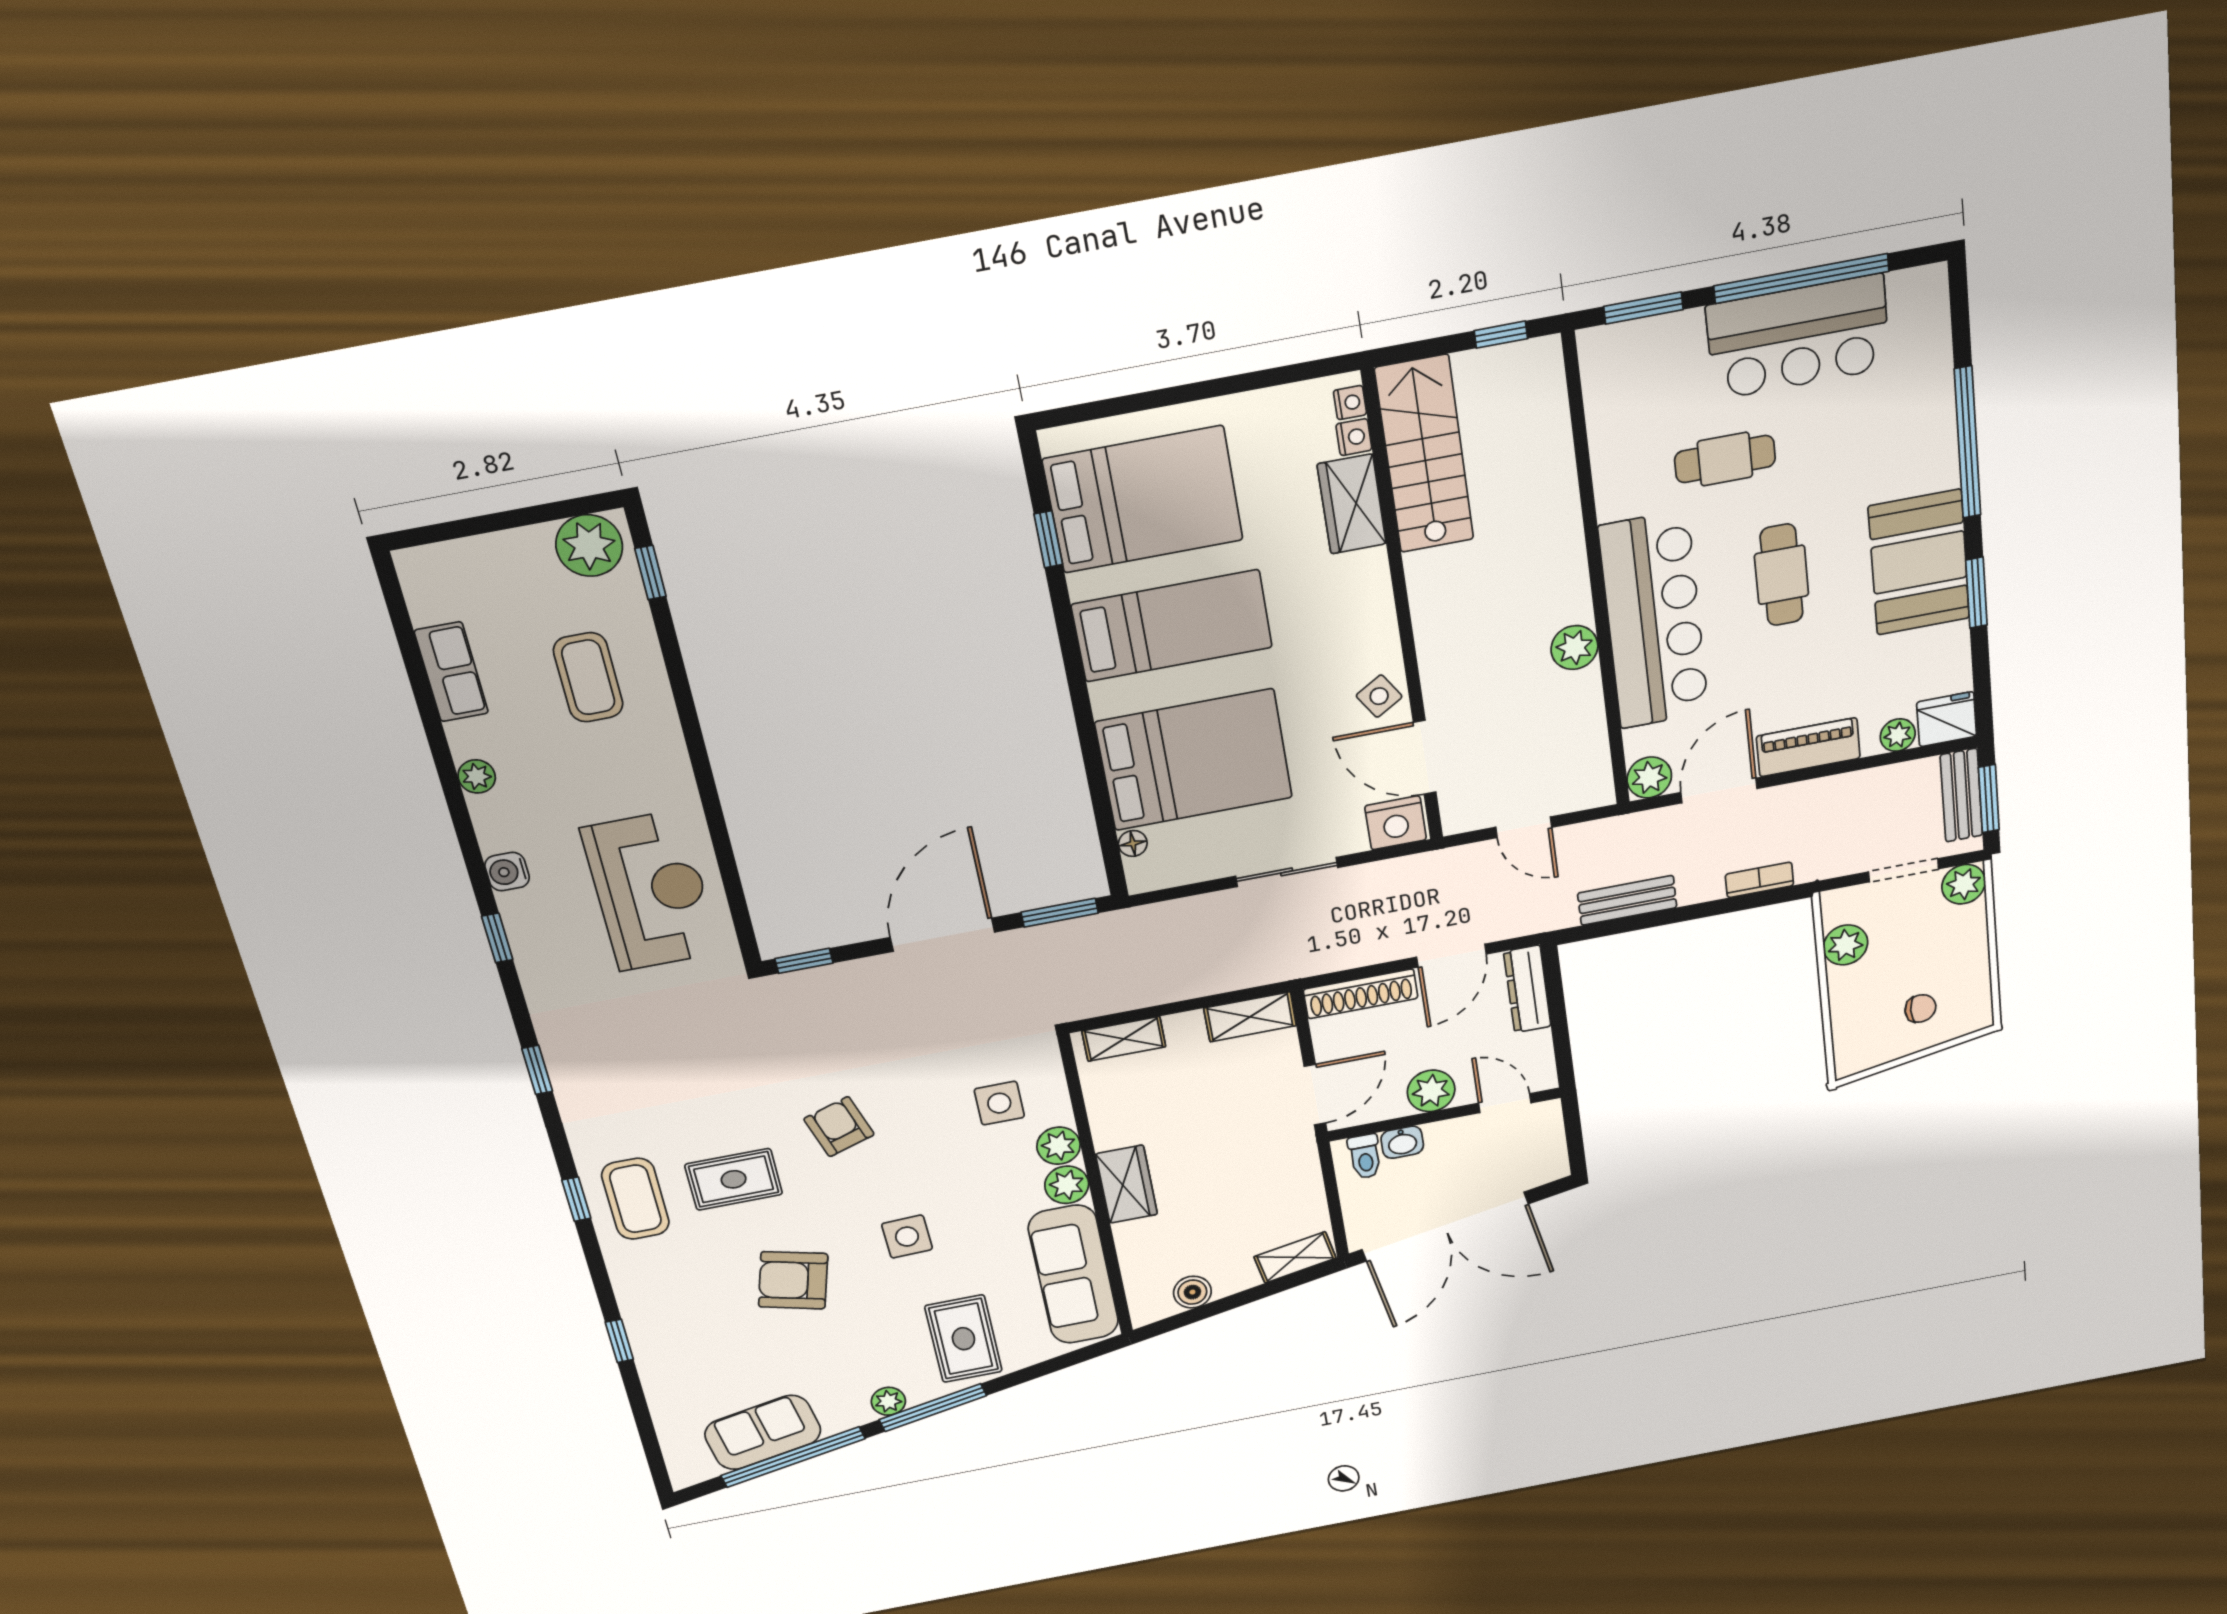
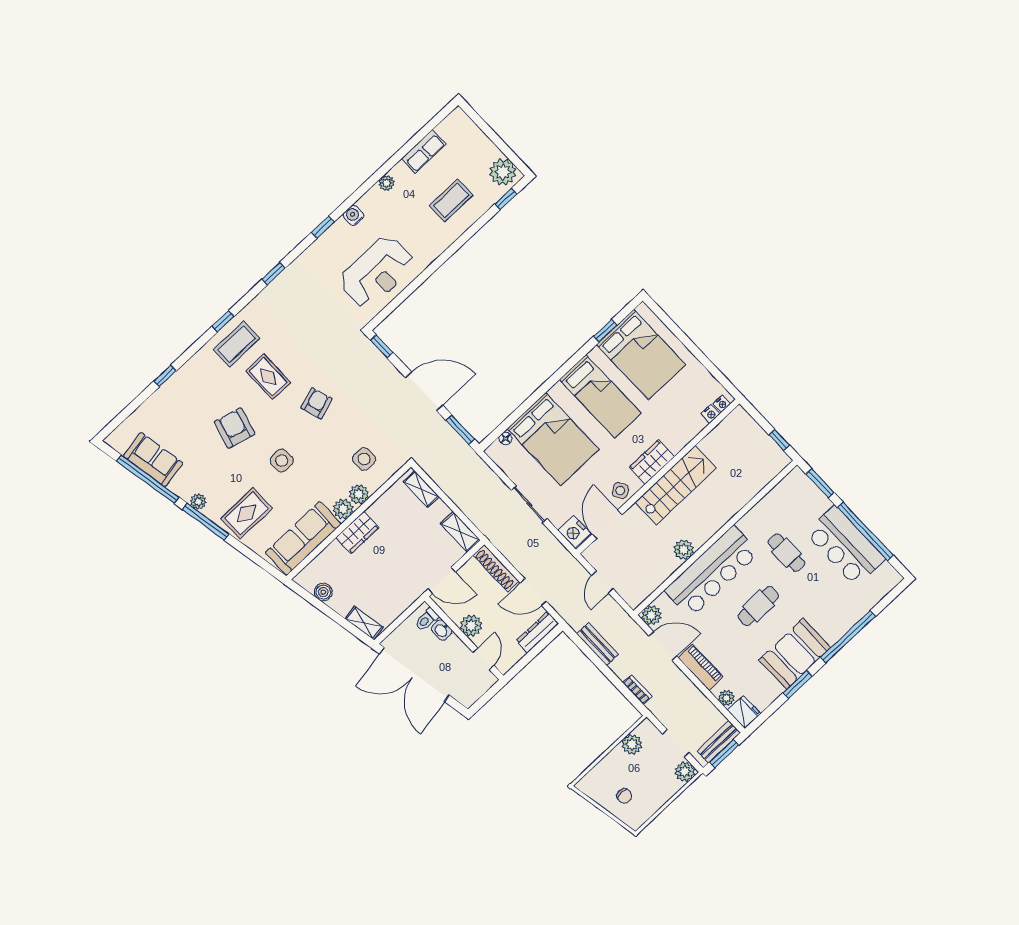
stairs: (1424, 454) -> (676, 485), moved
wardrobe: (1352, 504) -> (652, 462), moved

